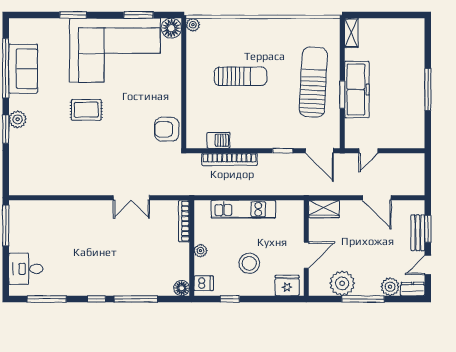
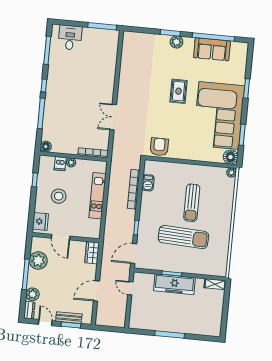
sun lounger: (313, 82) -> (183, 237), moved
dishwasher: (204, 283) -> (60, 164), moved

